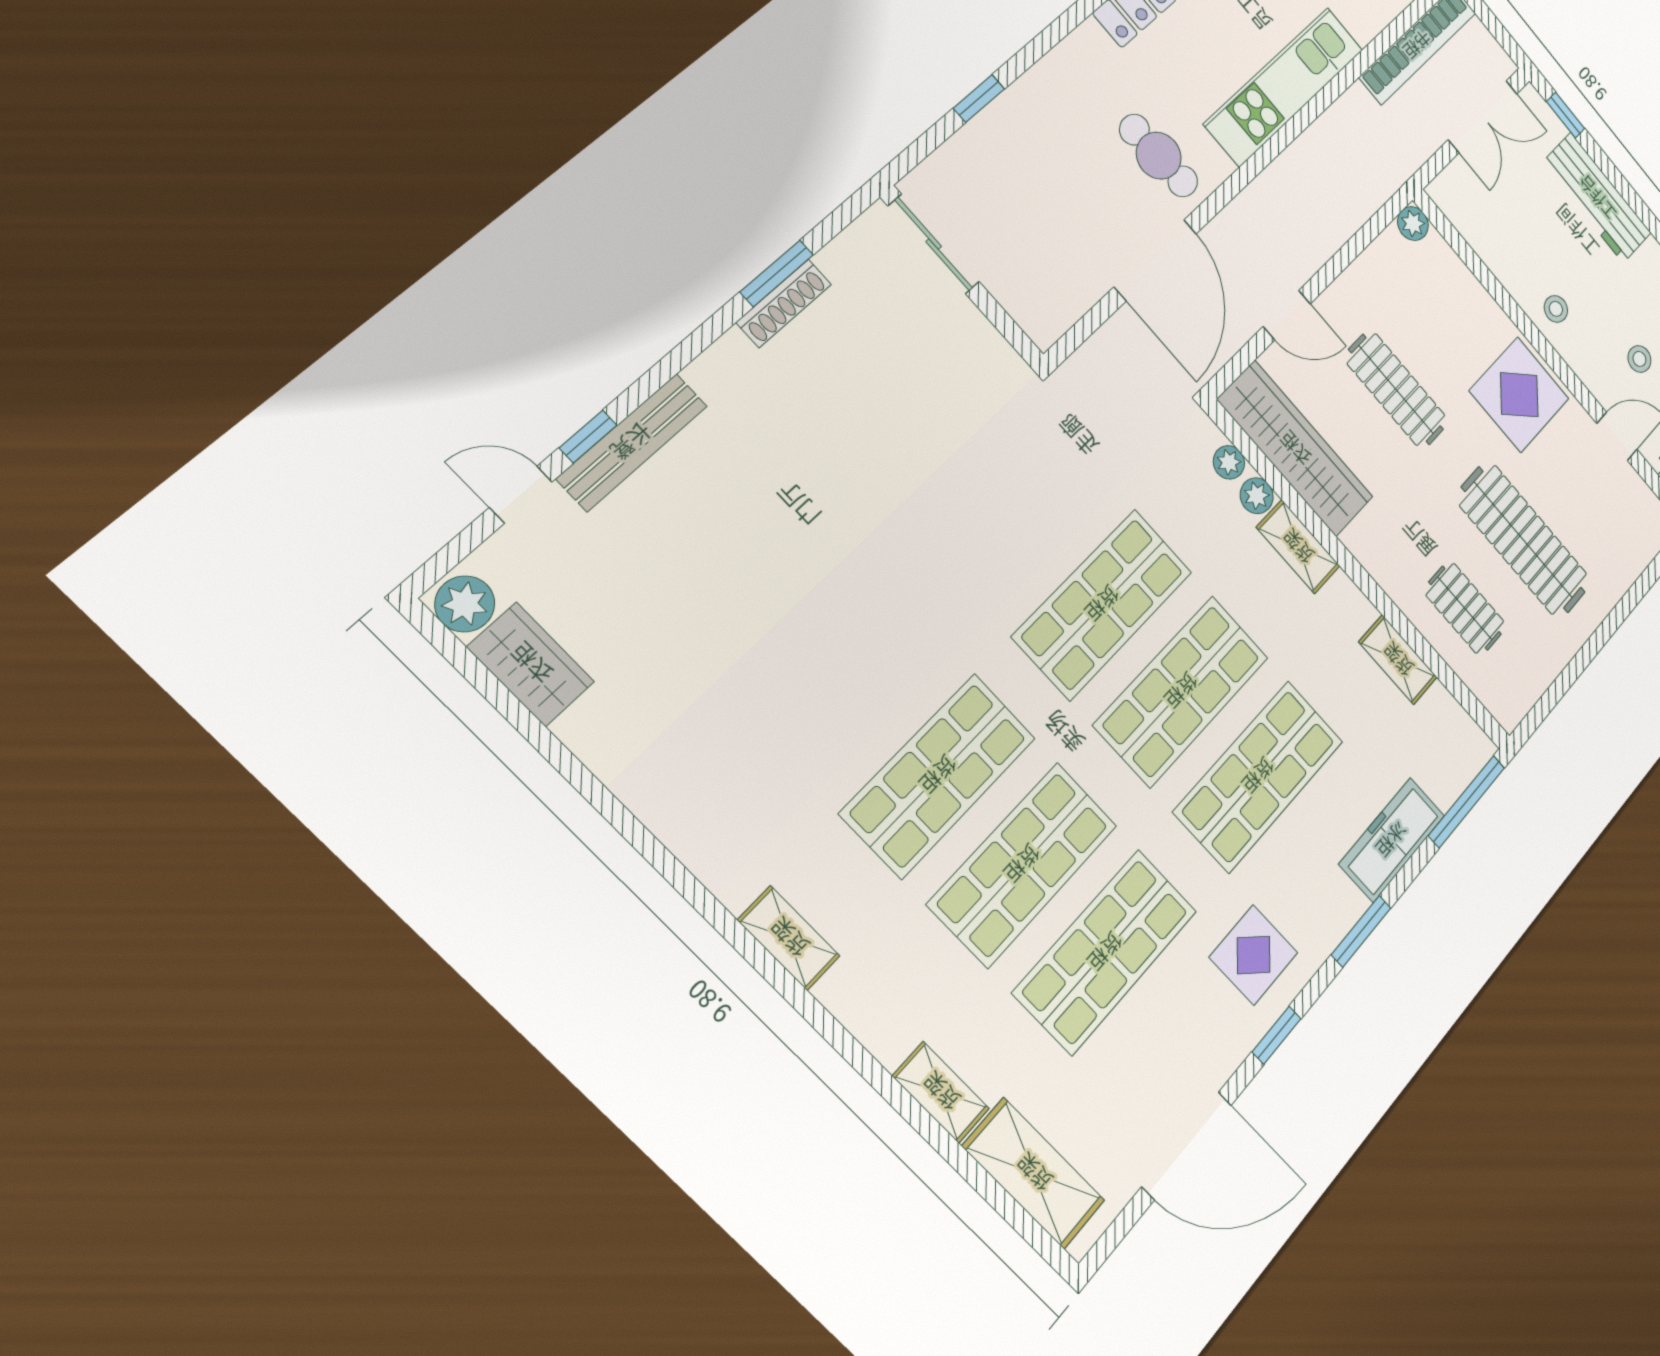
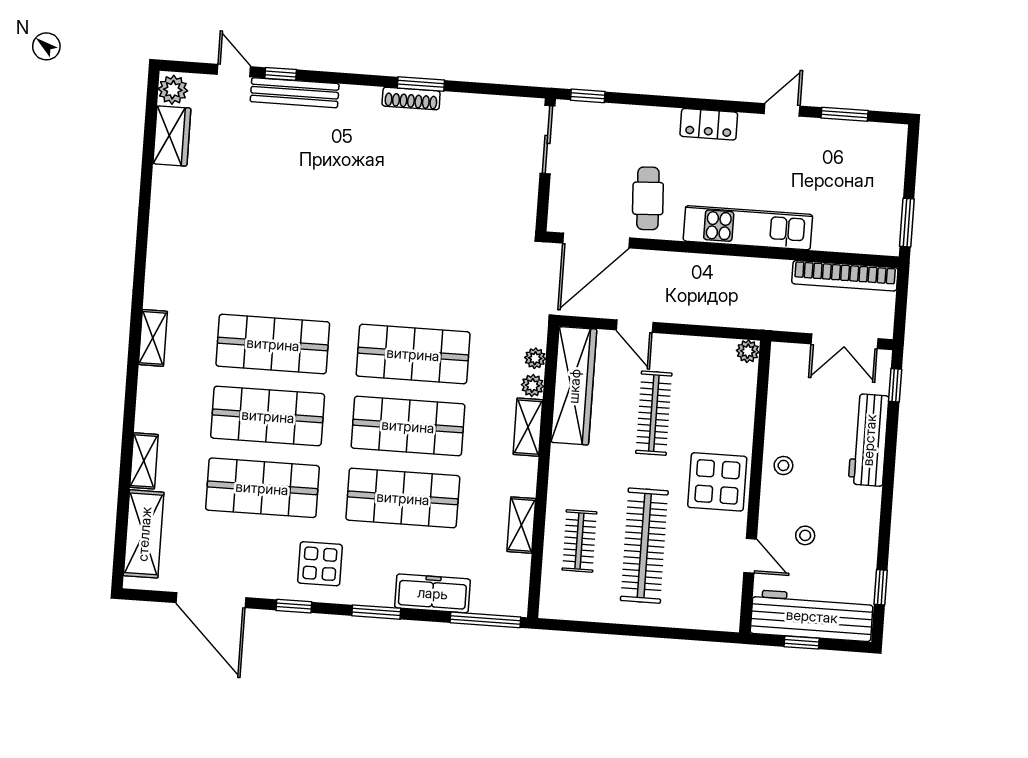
sliding door: (934, 244) -> (548, 139), moved
wall: (963, 277) -> (546, 165), moved

